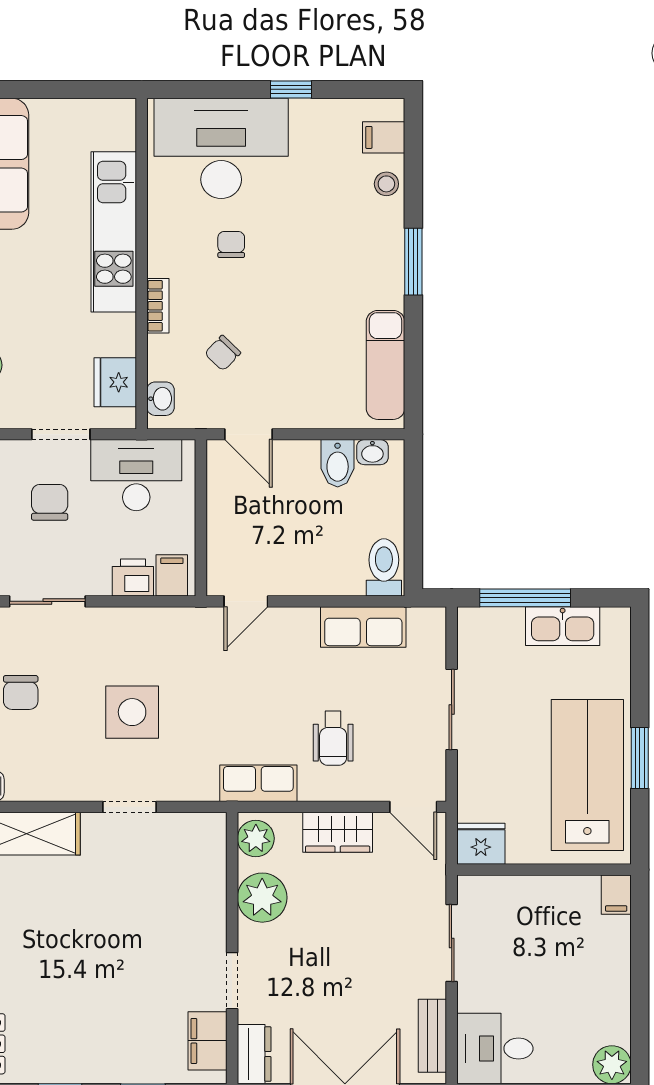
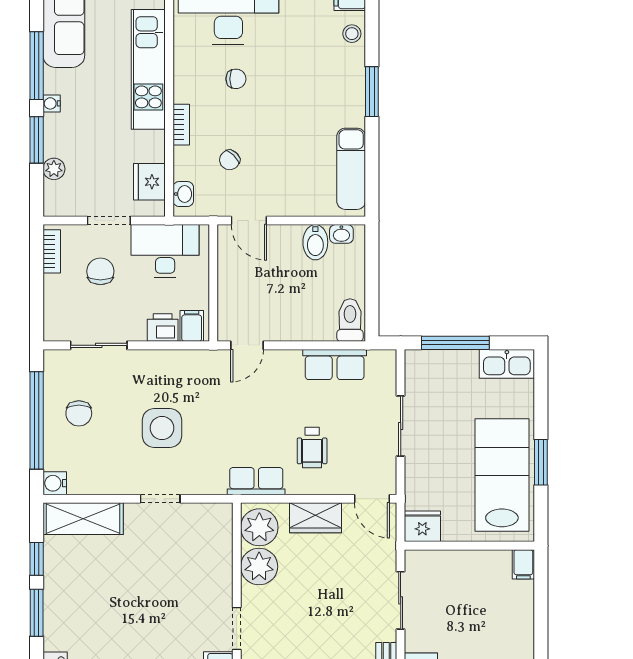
chair: (231, 244) -> (236, 79), turned 90
kitchen sink: (563, 626) -> (507, 364), moved
plant: (256, 838) -> (259, 527), width x1.36, depth x1.36

